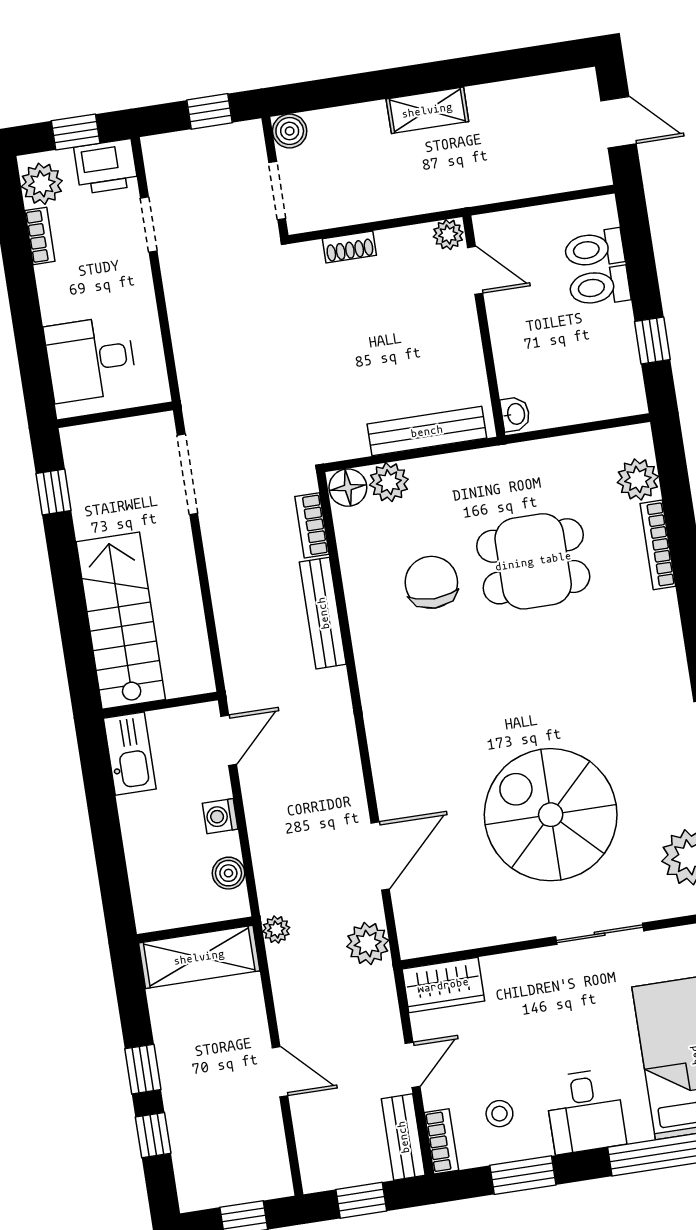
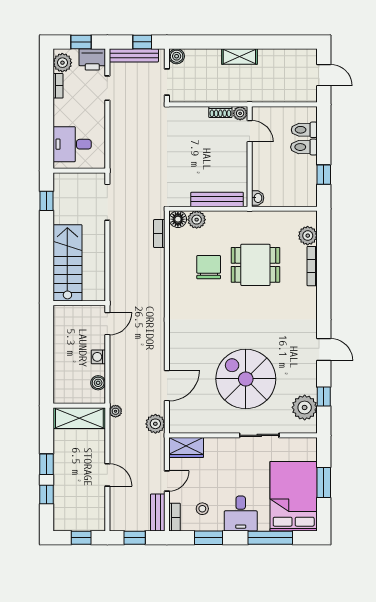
shoe rack: (349, 247) -> (220, 112), moved
bench: (323, 613) -> (134, 55), moved, turned 90
kitchen sink: (130, 754) -> (62, 323), removed

